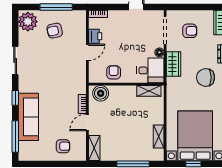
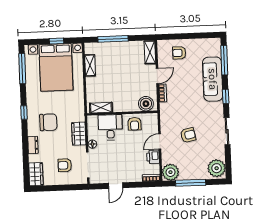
plant: (77, 19) -> (170, 172), added
armchair: (55, 31) -> (188, 135), moved
desk: (150, 70) -> (110, 127), moved, turned 90

